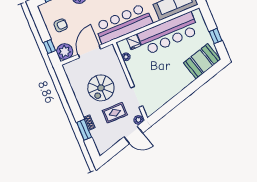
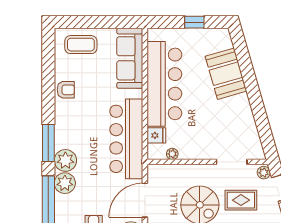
door: (89, 52) -> (145, 200), hinge flipped
booth: (202, 61) -> (226, 74), moved
rug: (115, 113) -> (241, 200), turned 90

